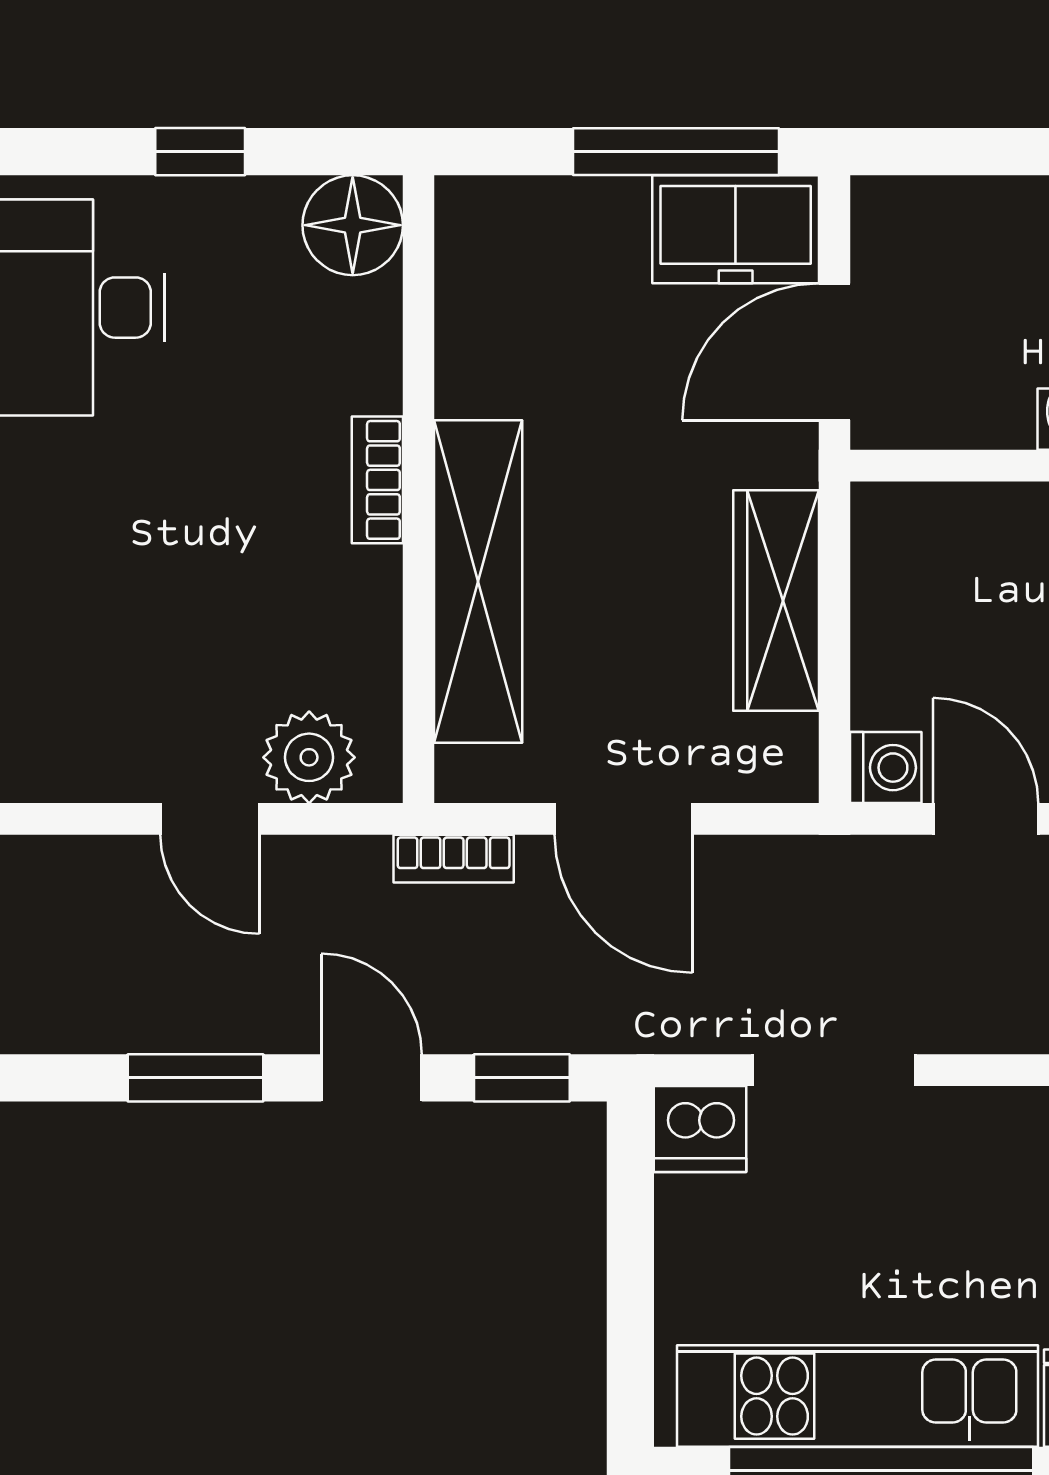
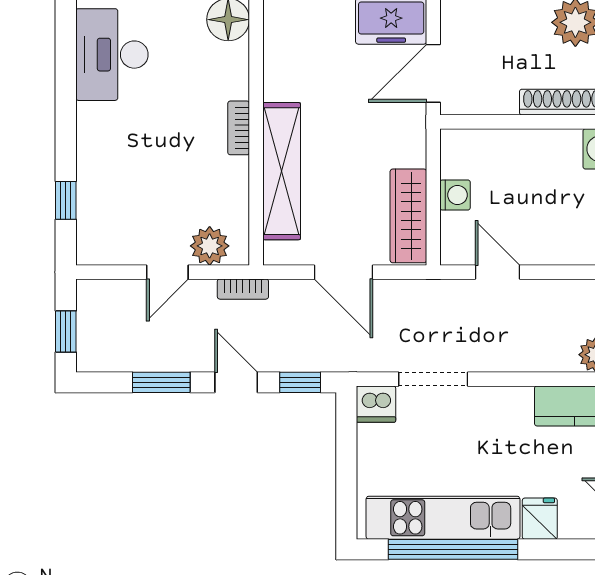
wardrobe: (776, 601) -> (408, 216), moved
washing machine: (886, 768) -> (455, 195), moved
door: (210, 819) -> (167, 272), hinge flipped
bookcase: (454, 859) -> (243, 289), moved

